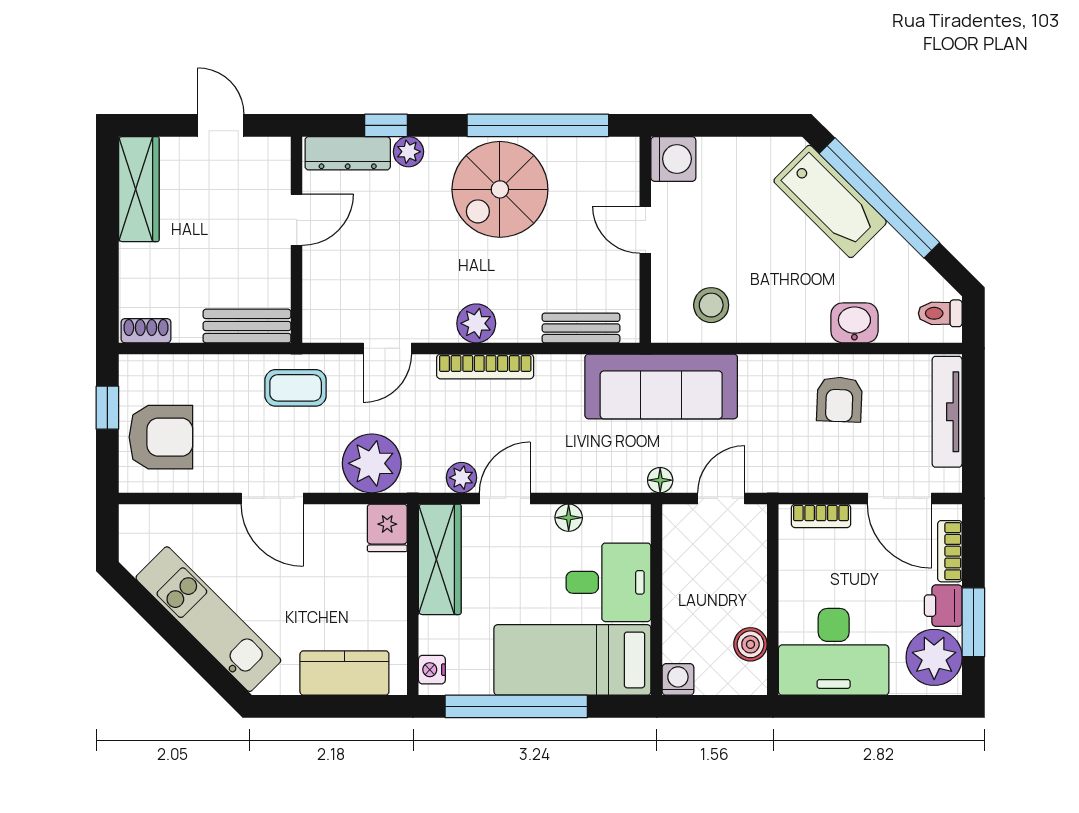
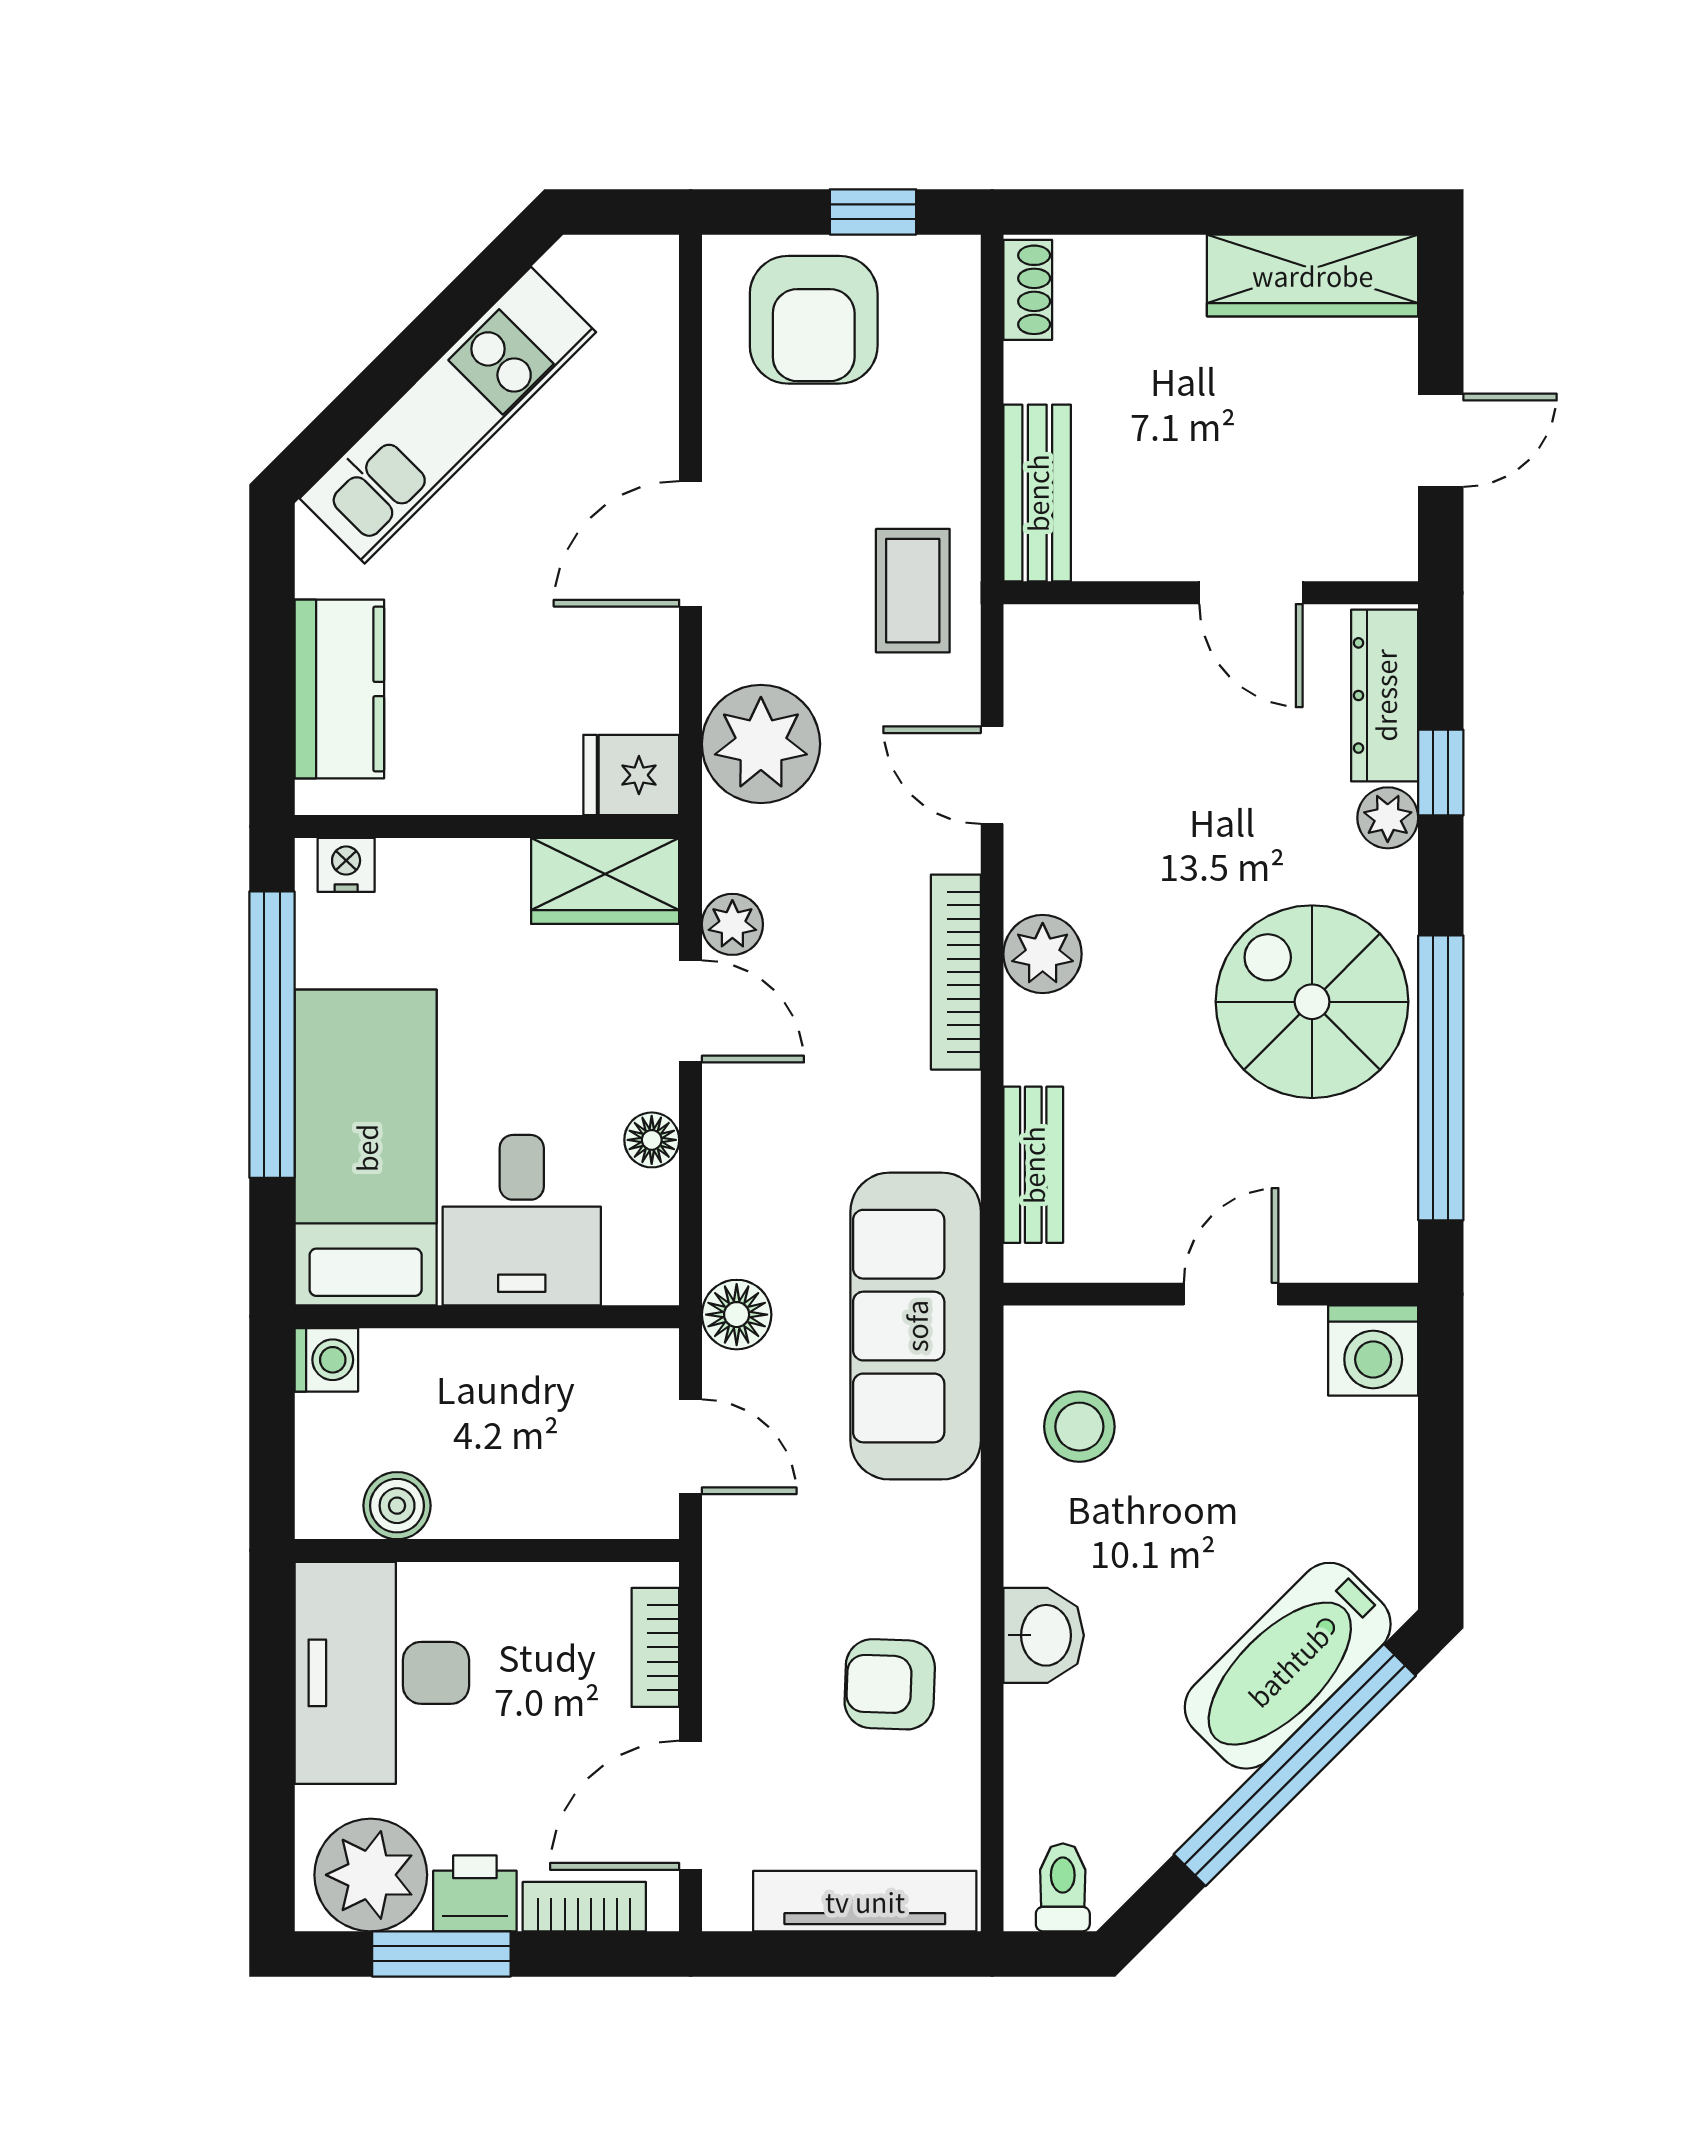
washbasin: (854, 323) -> (1044, 1635), moved
floor lamp: (660, 480) -> (737, 1315), width x1.37, depth x1.37
wardrobe: (440, 559) -> (605, 881), width x0.67

